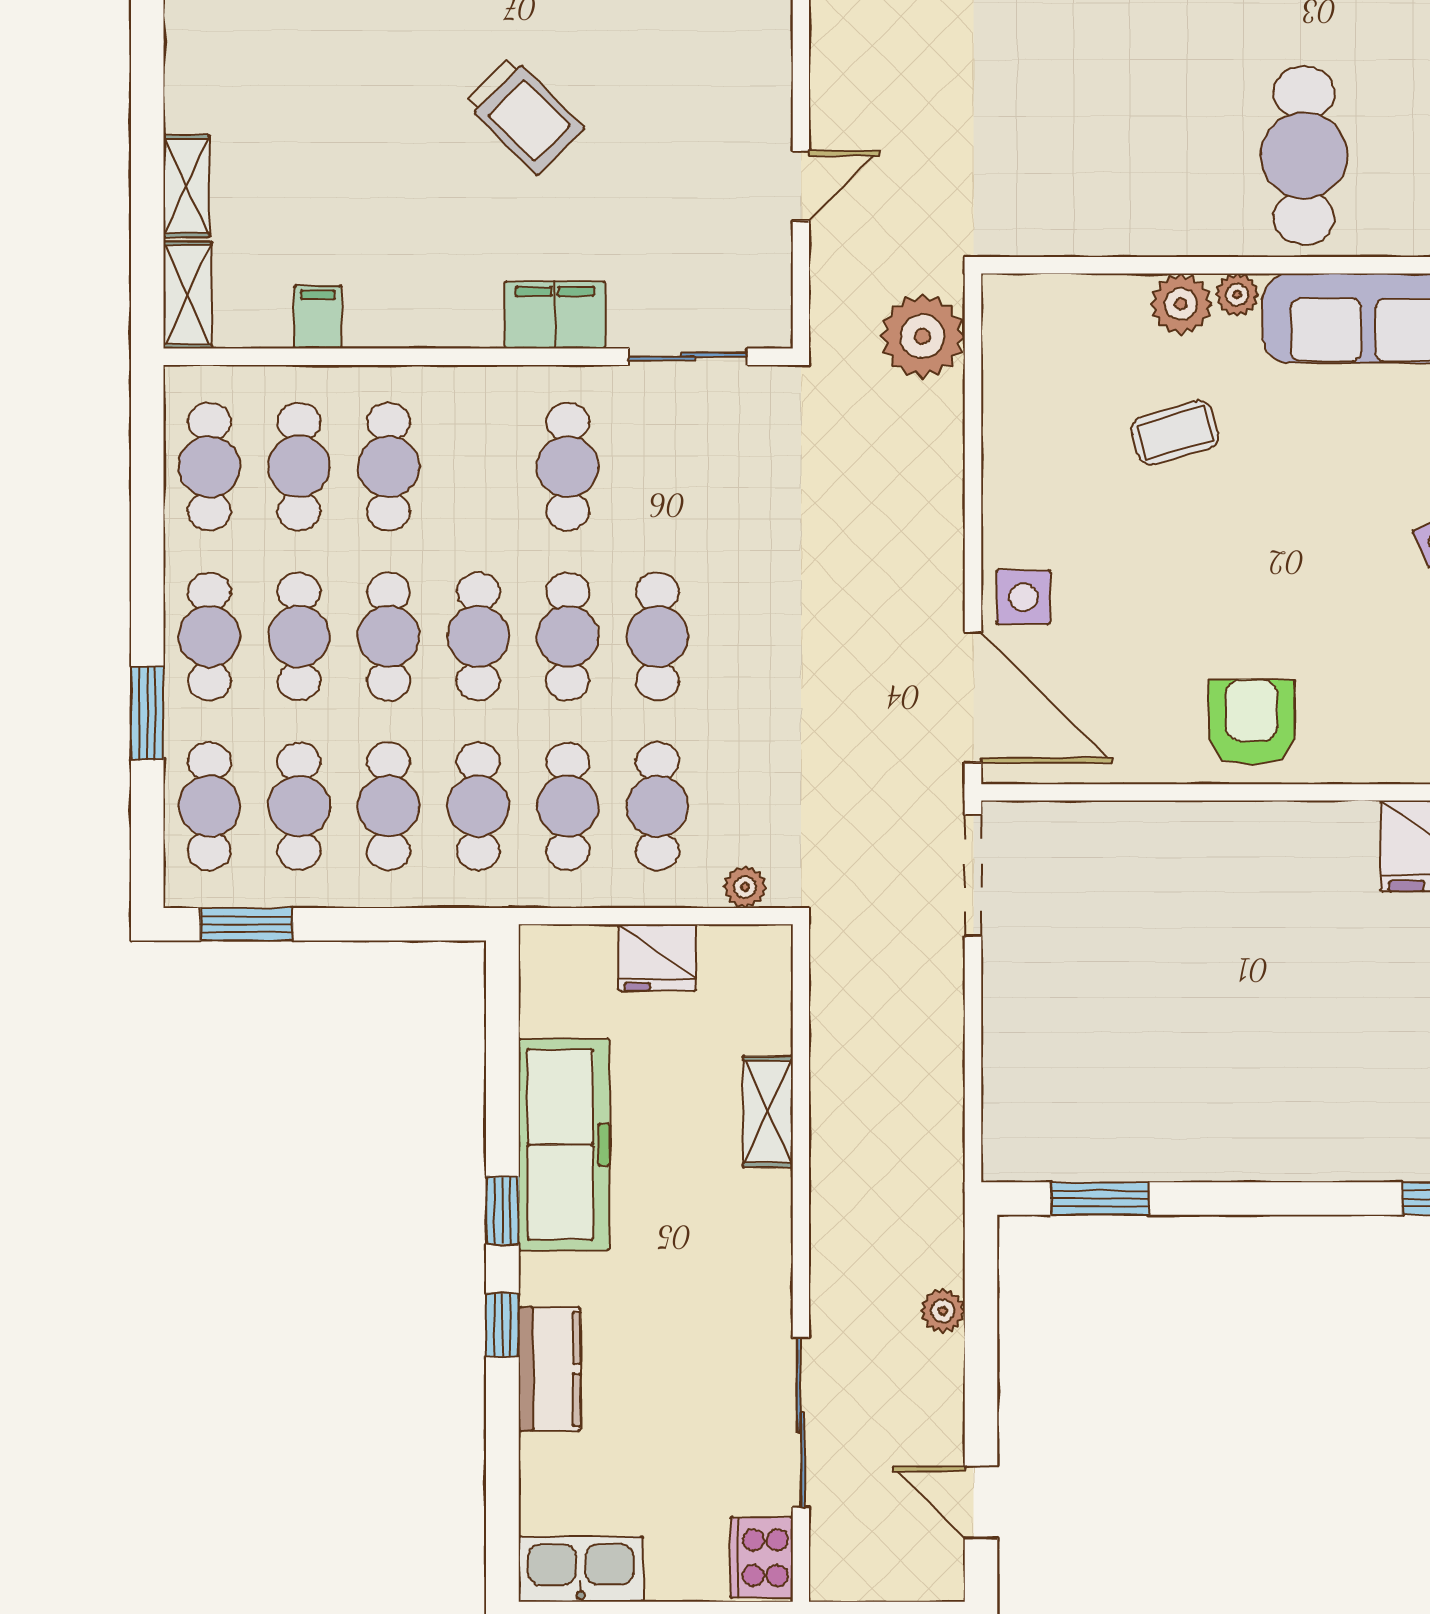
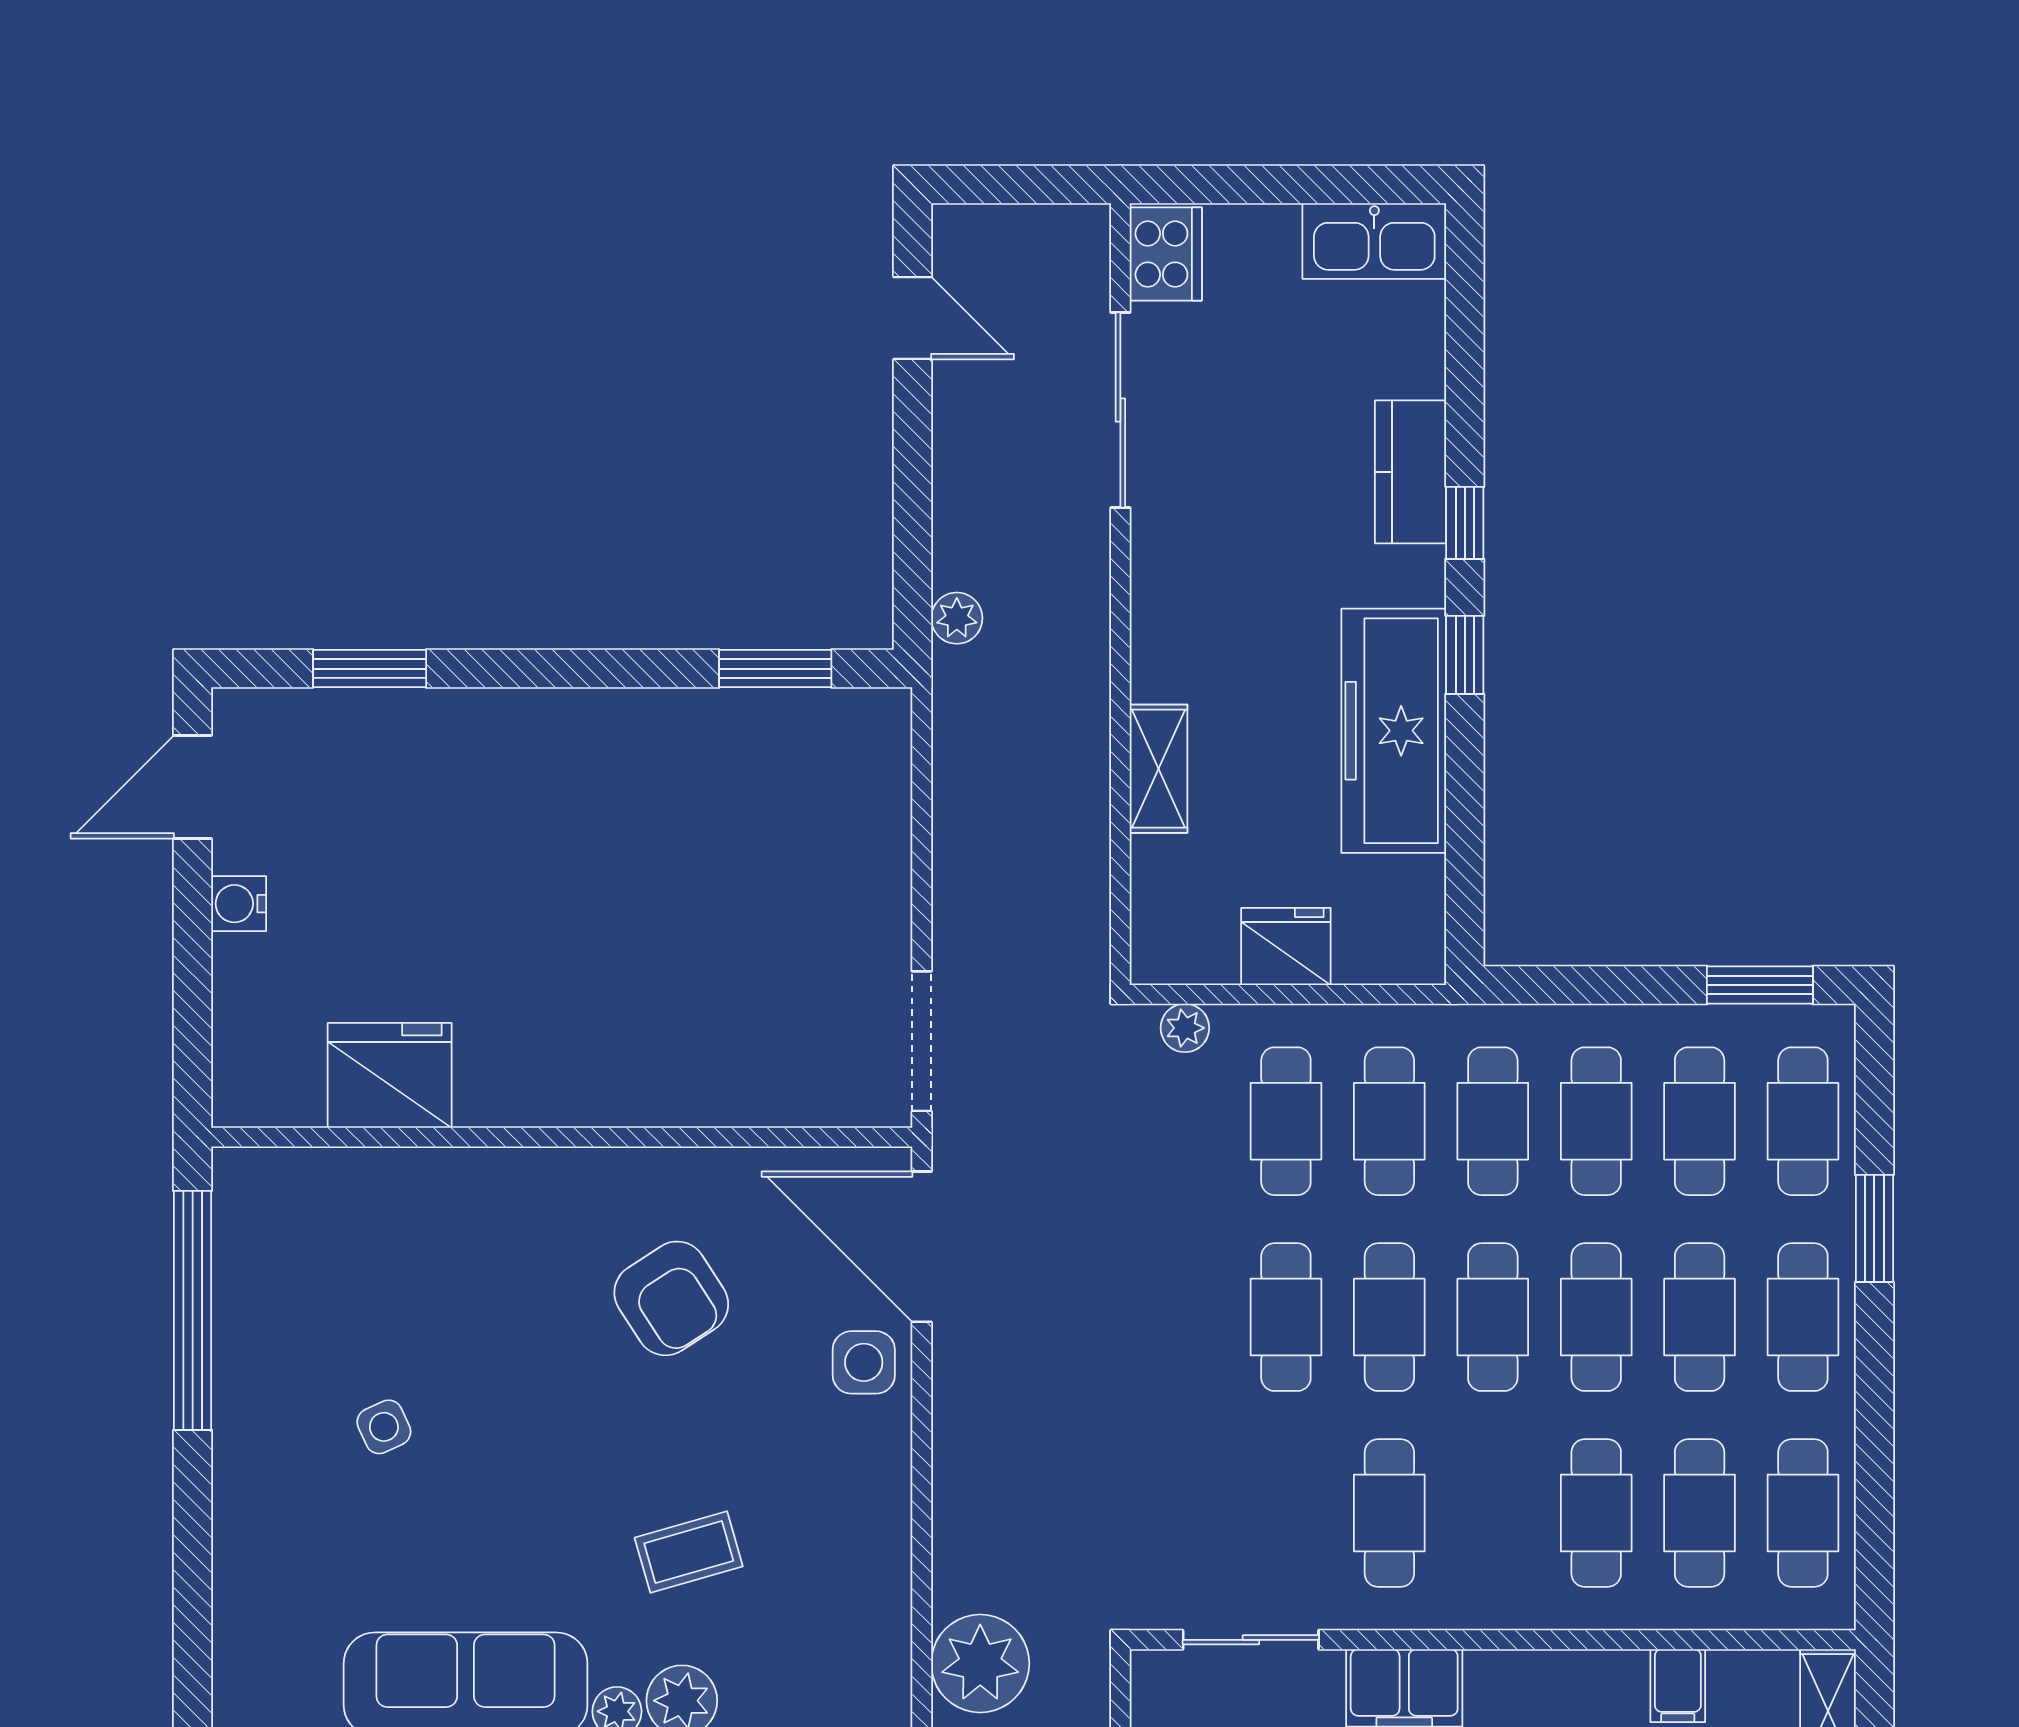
armchair: (1252, 722) -> (671, 1298), moved, turned -33
plant: (943, 1311) -> (957, 618), moved

